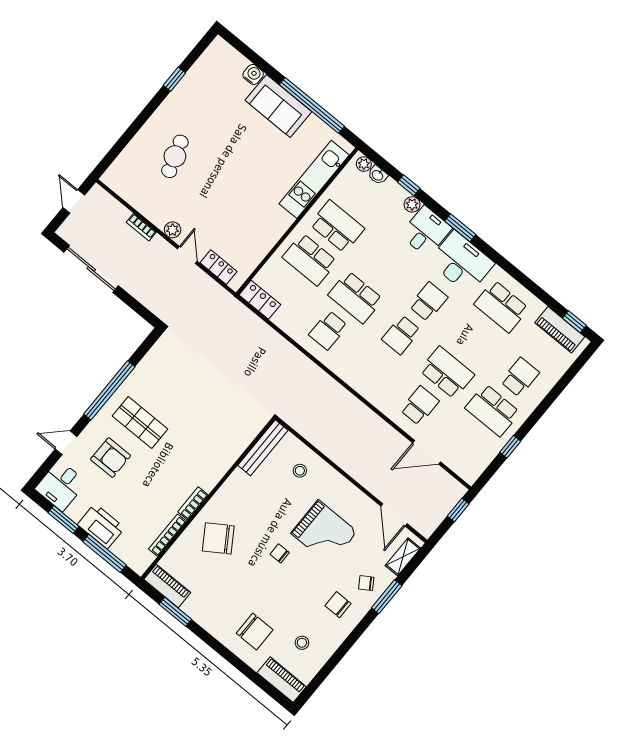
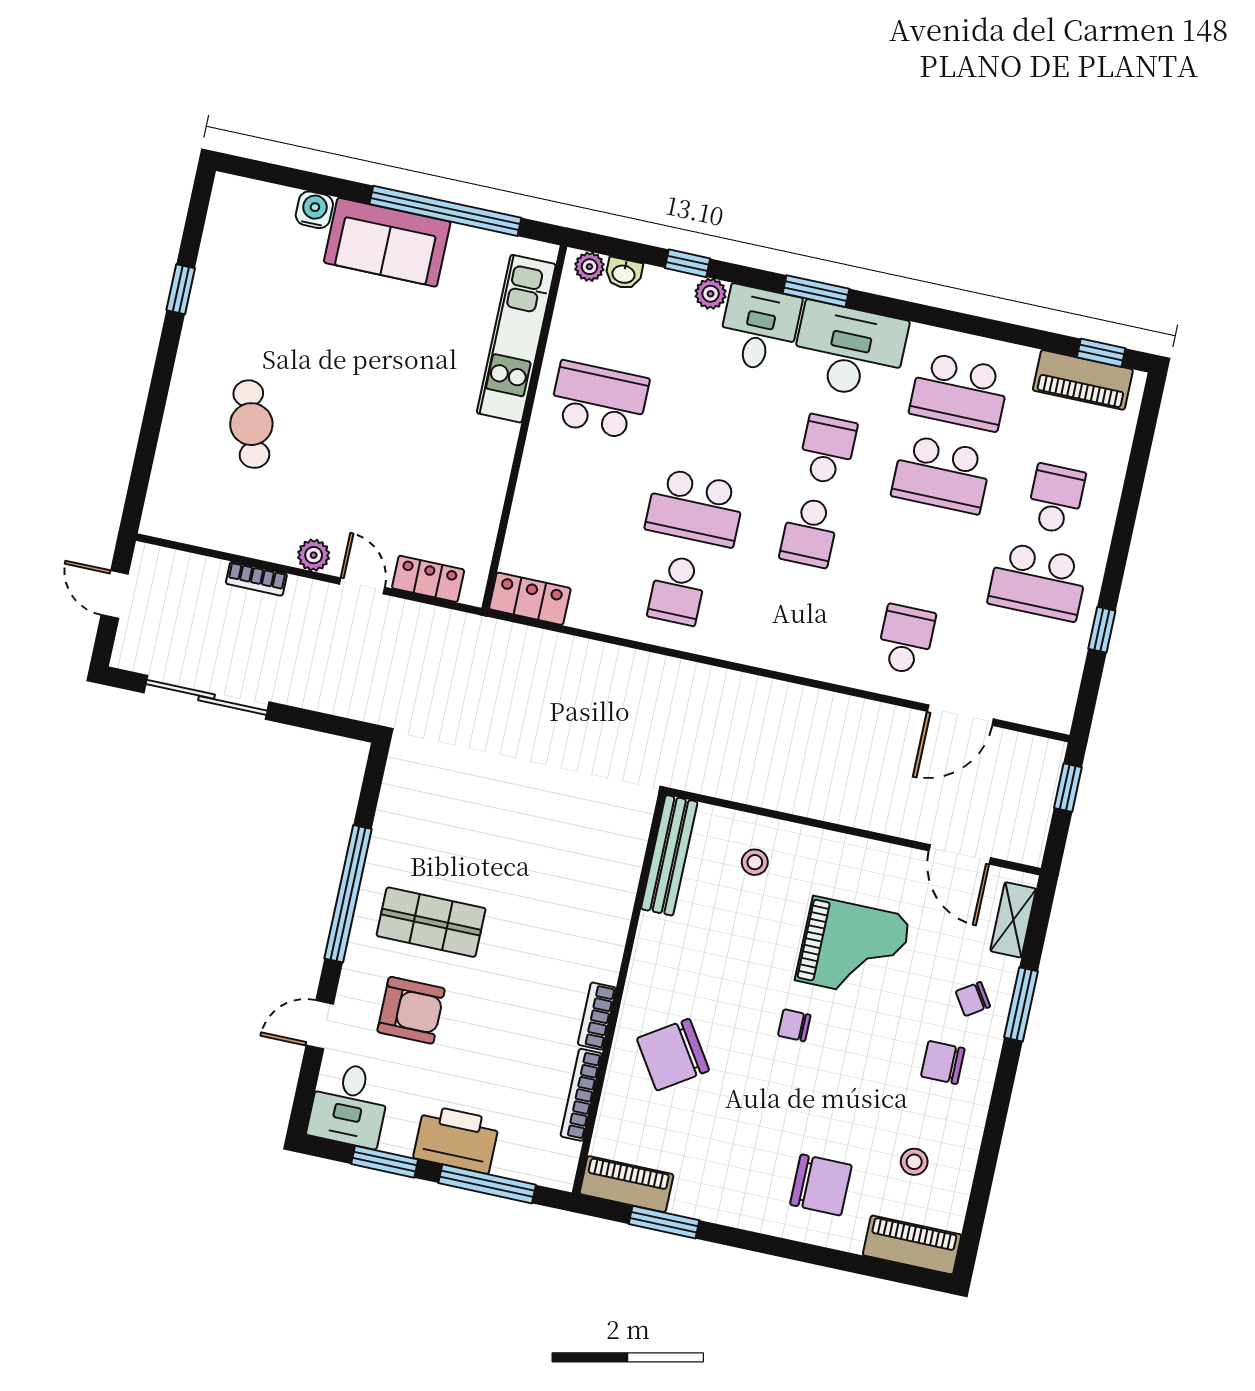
school desk: (310, 259) -> (581, 483), removed
school desk: (447, 372) -> (942, 474), moved, turned 180

